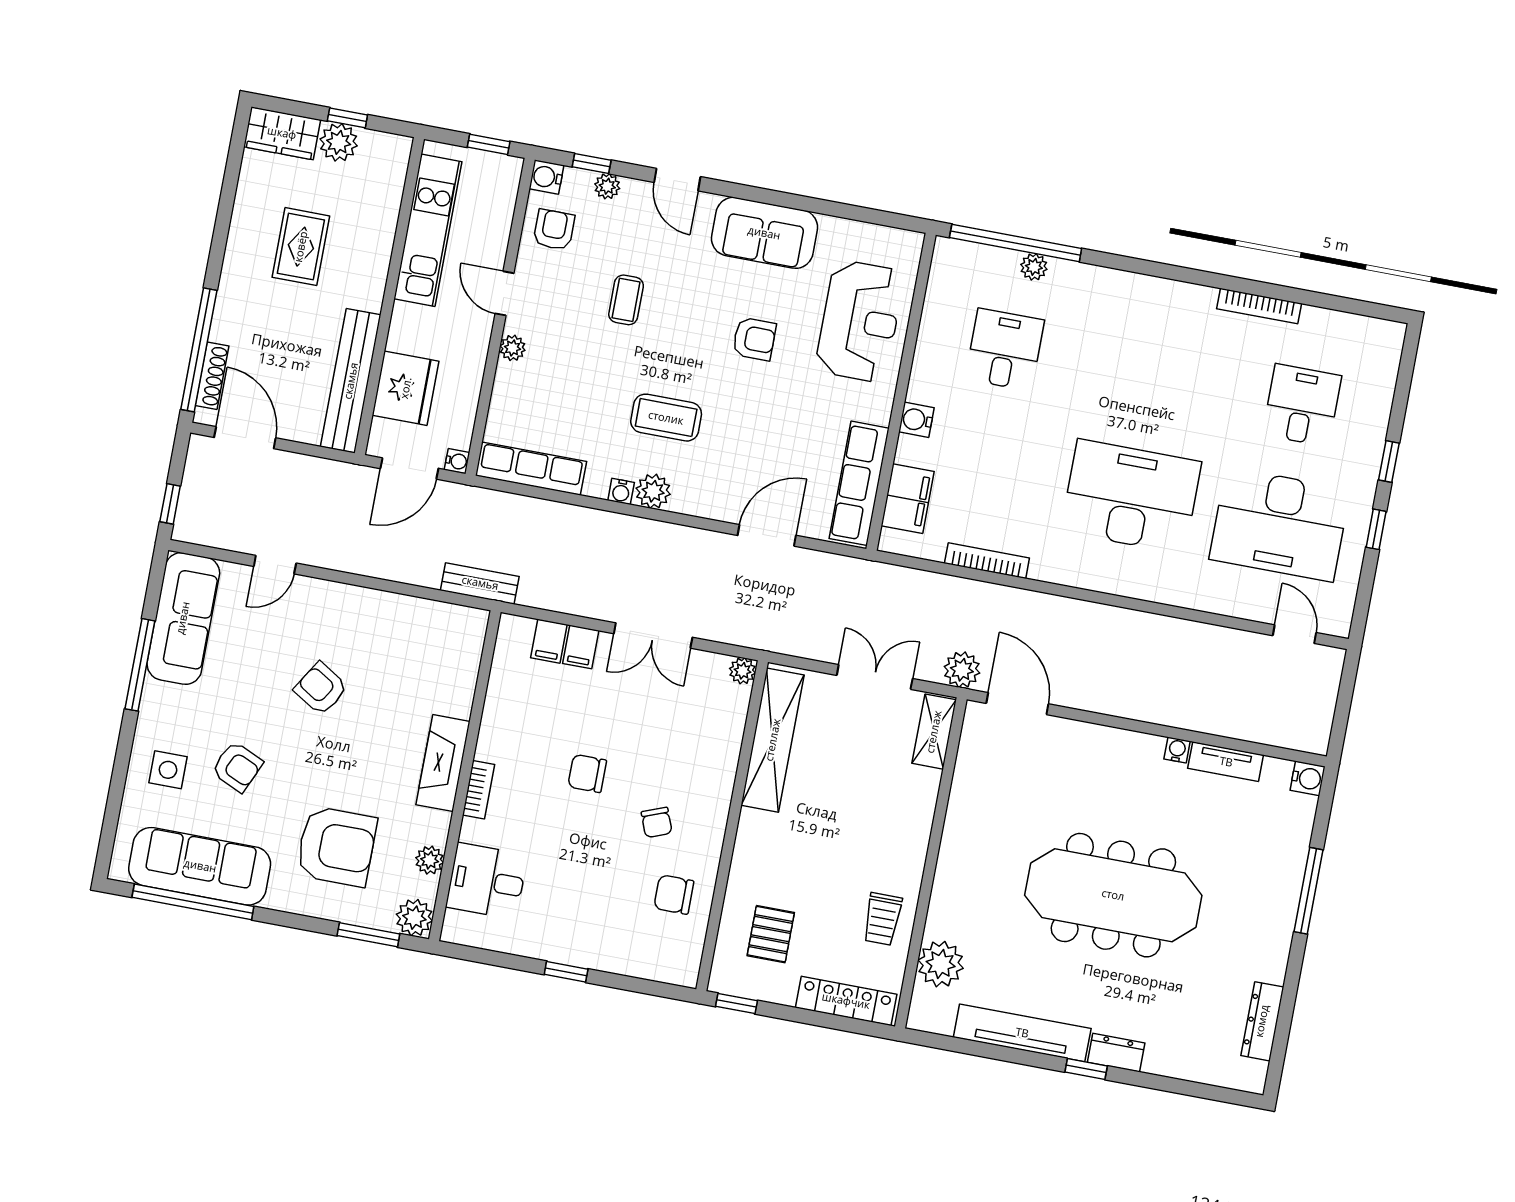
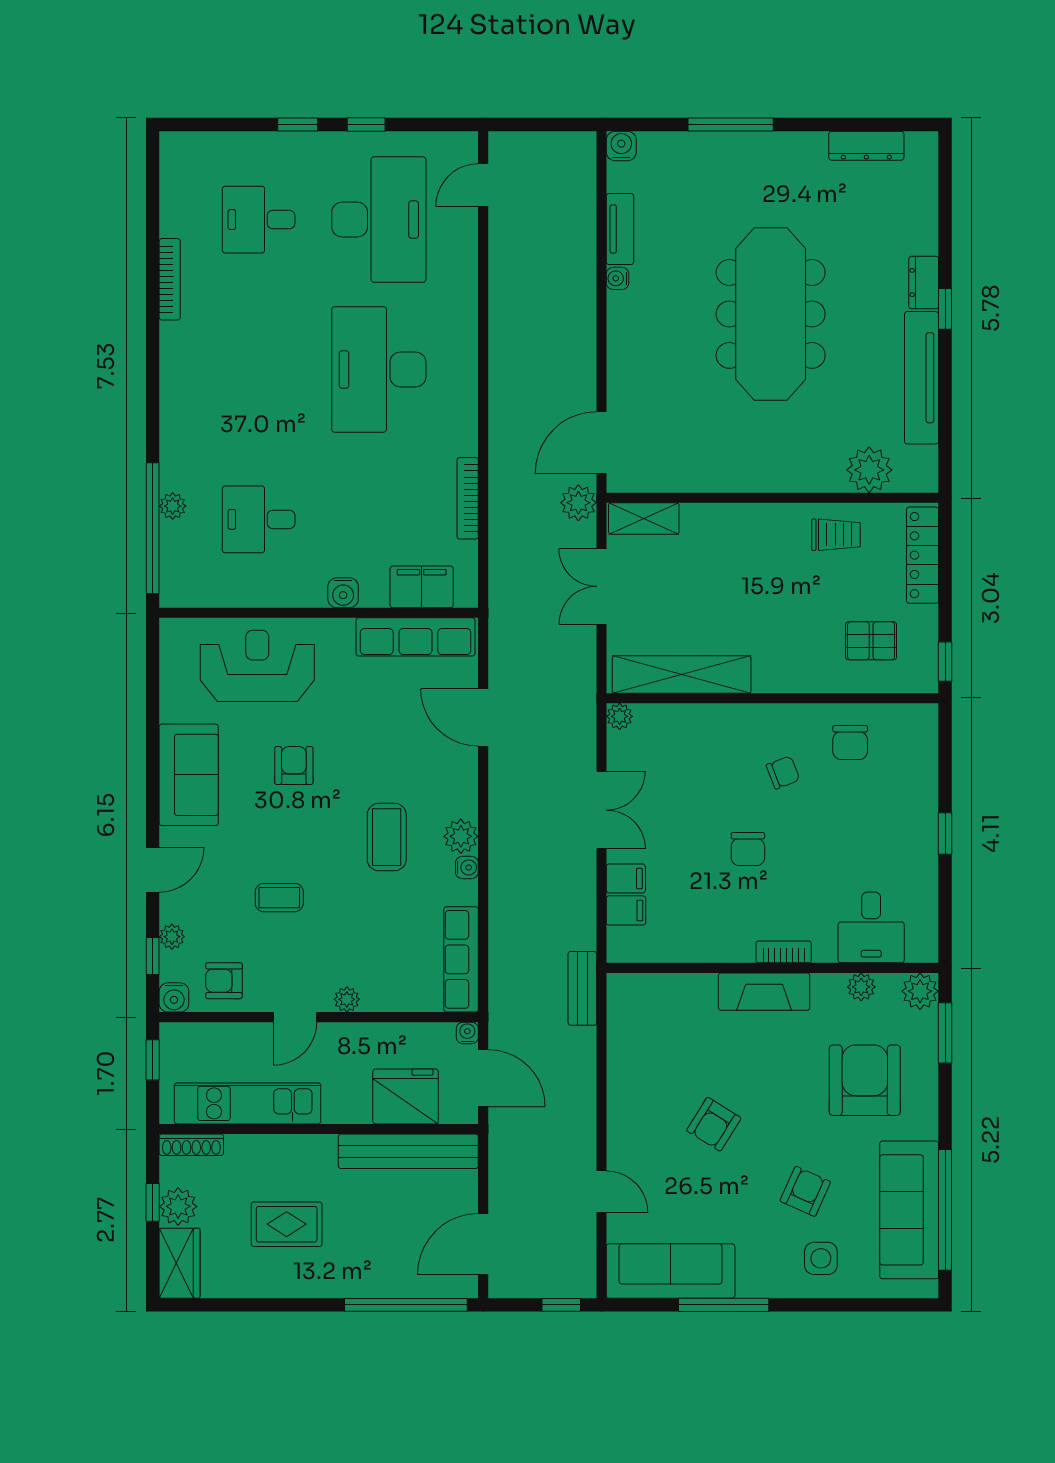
shoe rack: (212, 376) -> (191, 1145), moved, turned 180

